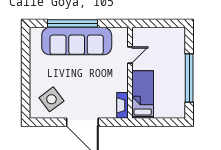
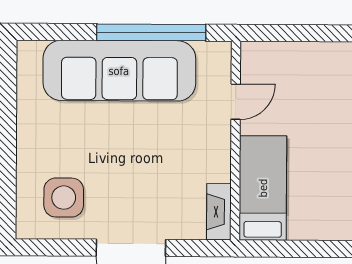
window: (72, 23) -> (151, 32), moved
side table: (51, 99) -> (64, 198), turned 37

